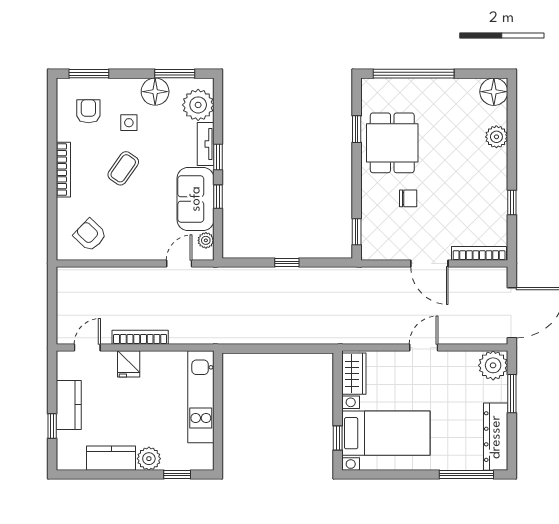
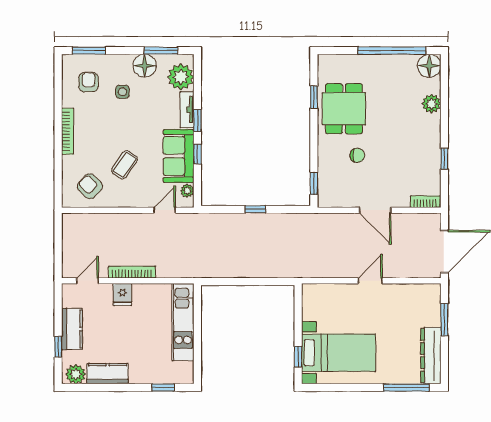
window: (414, 74) -> (392, 51), moved
coffee table: (123, 168) -> (124, 165), moved
bookcase: (479, 253) -> (425, 202), width x0.64
plant: (493, 365) -> (429, 296), removed
wardrobe: (354, 374) -> (312, 303), removed
plant: (149, 459) -> (76, 374), moved

